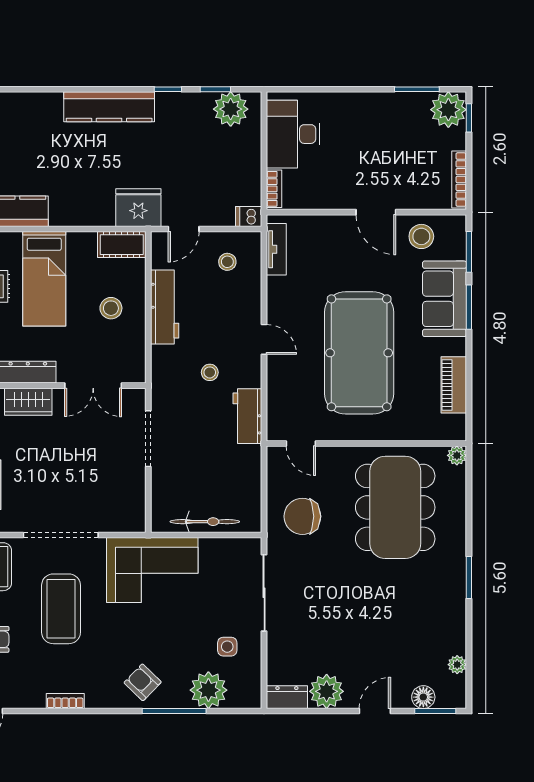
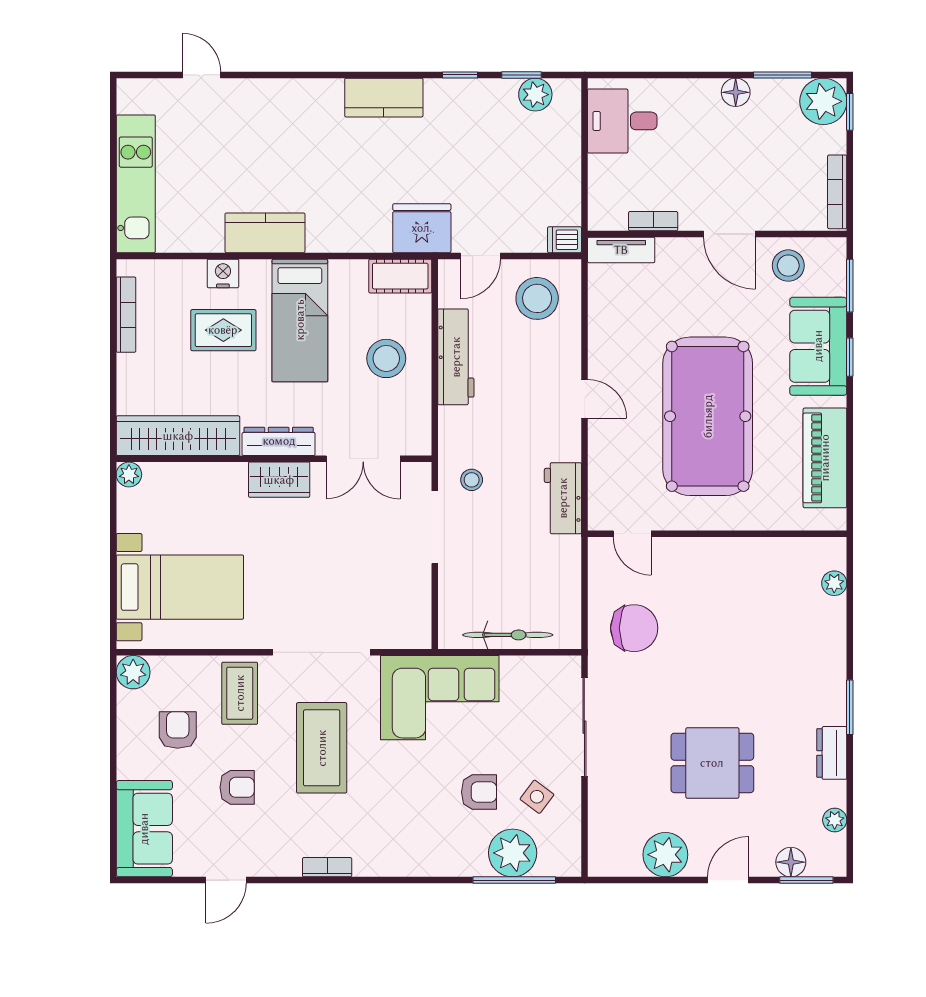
floor lamp: (381, 103) -> (736, 92), added
kitchen counter: (109, 107) -> (384, 98), width x0.67
plant: (231, 109) -> (535, 95), width x0.73, depth x0.73
desk: (293, 134) -> (622, 121), width x0.73
bookcase: (274, 189) -> (653, 221), moved, turned -90
tv unit: (276, 249) -> (621, 250), moved, turned 90
stool: (227, 262) -> (537, 298), width x1.89, depth x1.89
window: (469, 307) -> (850, 357), width x0.67
stool: (111, 308) -> (386, 358), width x1.38, depth x1.38
stool: (210, 372) -> (472, 480), moved
piano: (454, 385) -> (825, 458), width x1.37, depth x1.33
plant: (457, 455) -> (834, 583), moved
dining table: (395, 507) -> (712, 763), moved, width x0.53, depth x0.80
chair: (302, 516) -> (634, 628), turned 180
side table: (227, 647) -> (537, 797), turned 37
armchair: (143, 682) -> (479, 792), moved, turned 136
dresser: (287, 697) -> (832, 753), moved, turned -90
window: (174, 711) -> (514, 880), moved

